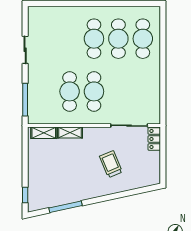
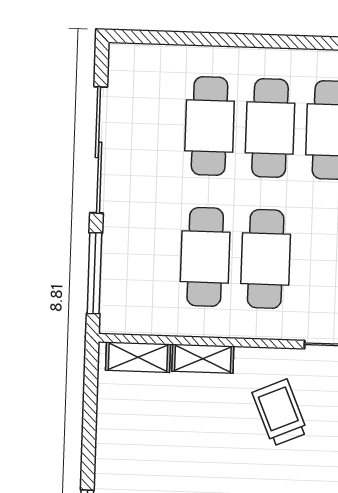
cafe table: (70, 39) -> (210, 126), added
sliding door: (25, 50) -> (99, 150), width x1.86
trolley: (111, 164) -> (280, 413), moved

